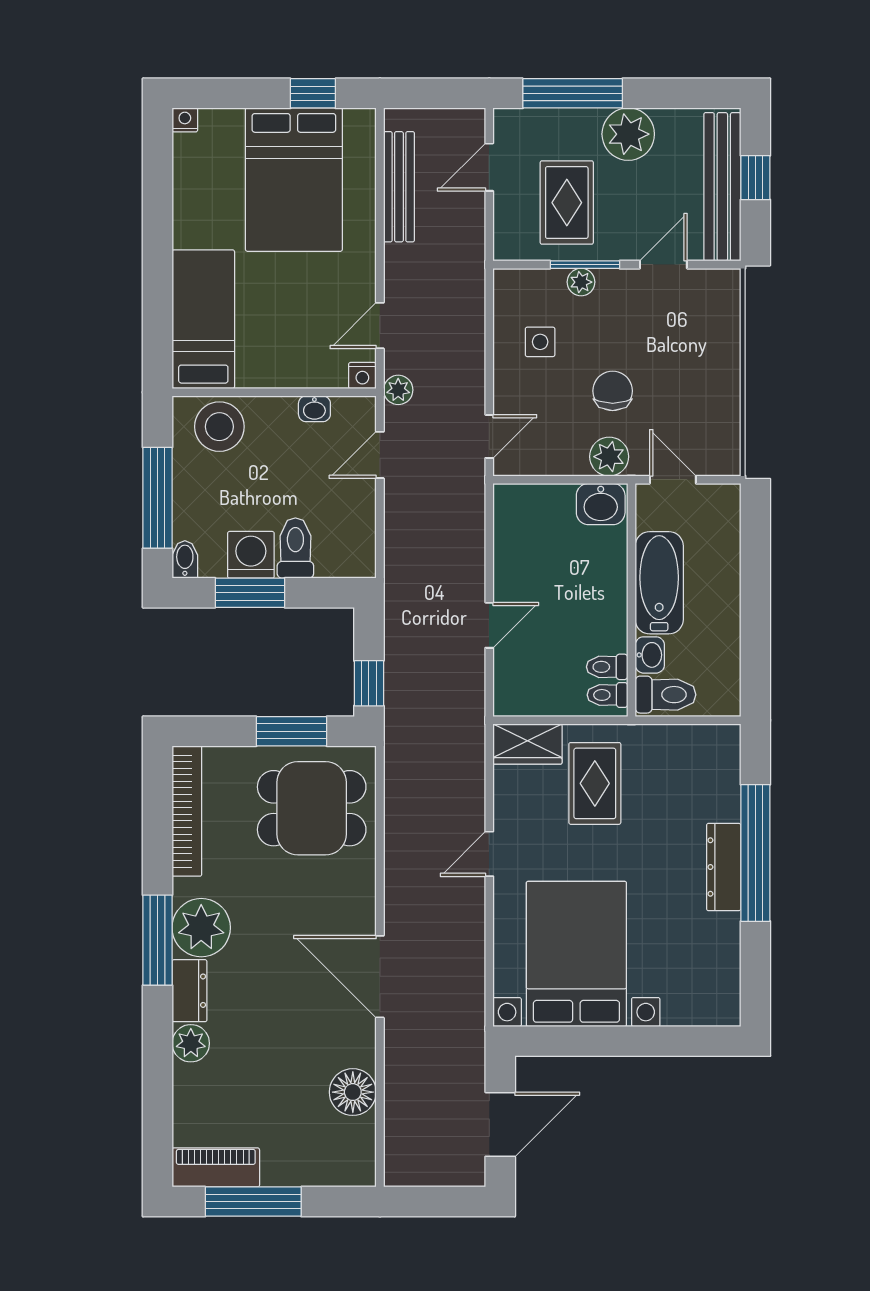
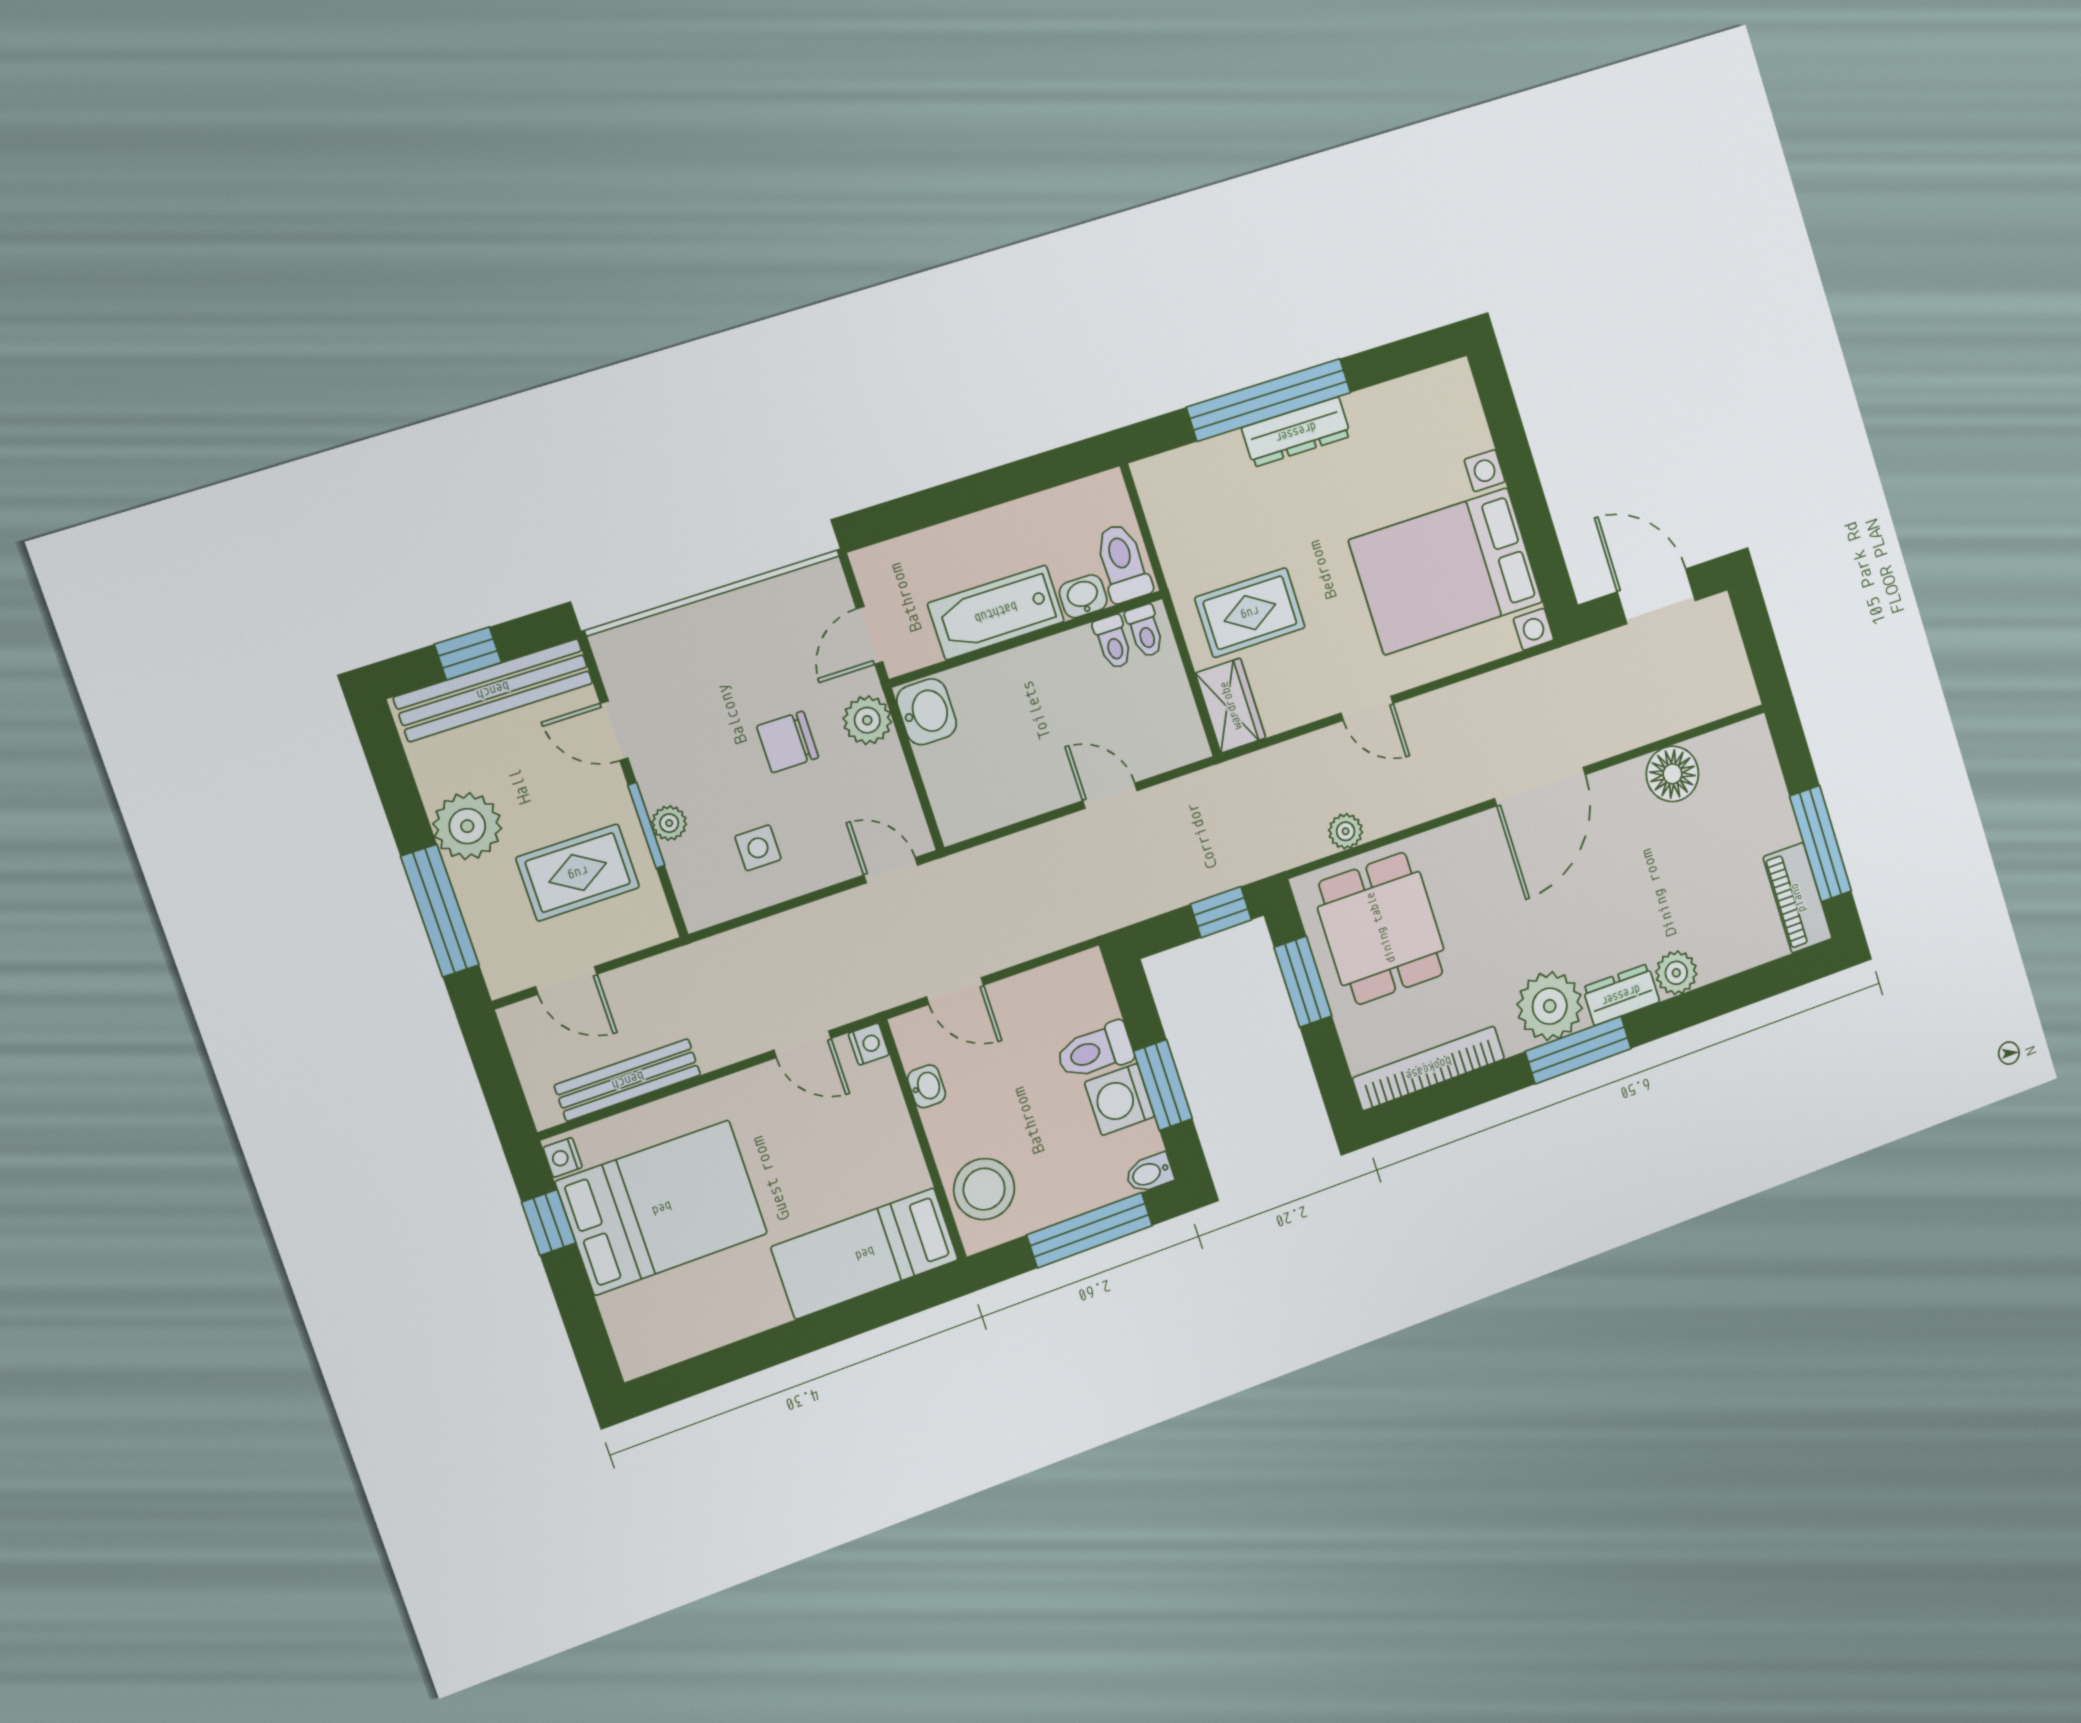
nightstand: (185, 120) -> (563, 1157), moved
plant: (398, 390) -> (1346, 831), moved

